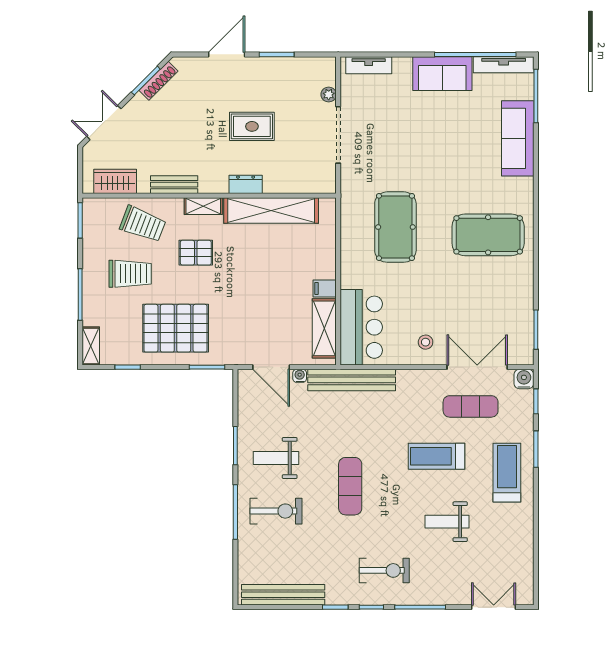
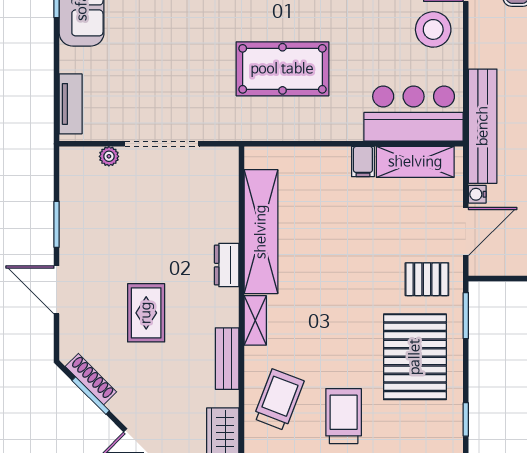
rug: (252, 126) -> (146, 313), moved
pallet: (196, 253) -> (427, 279), moved, turned 90
stool: (426, 342) -> (433, 29), width x1.89, depth x1.89

